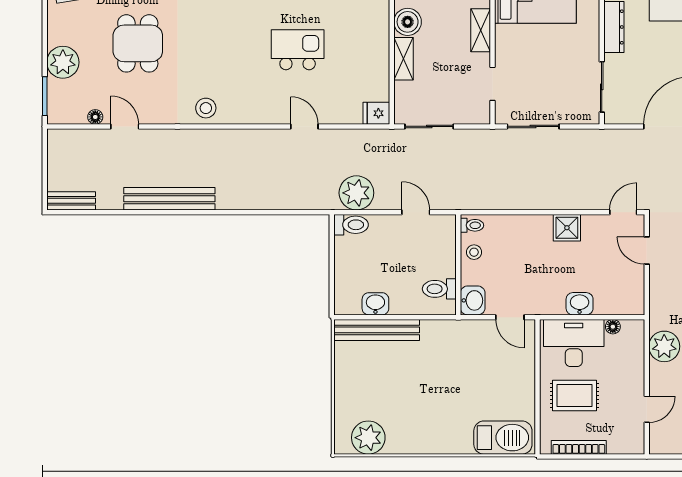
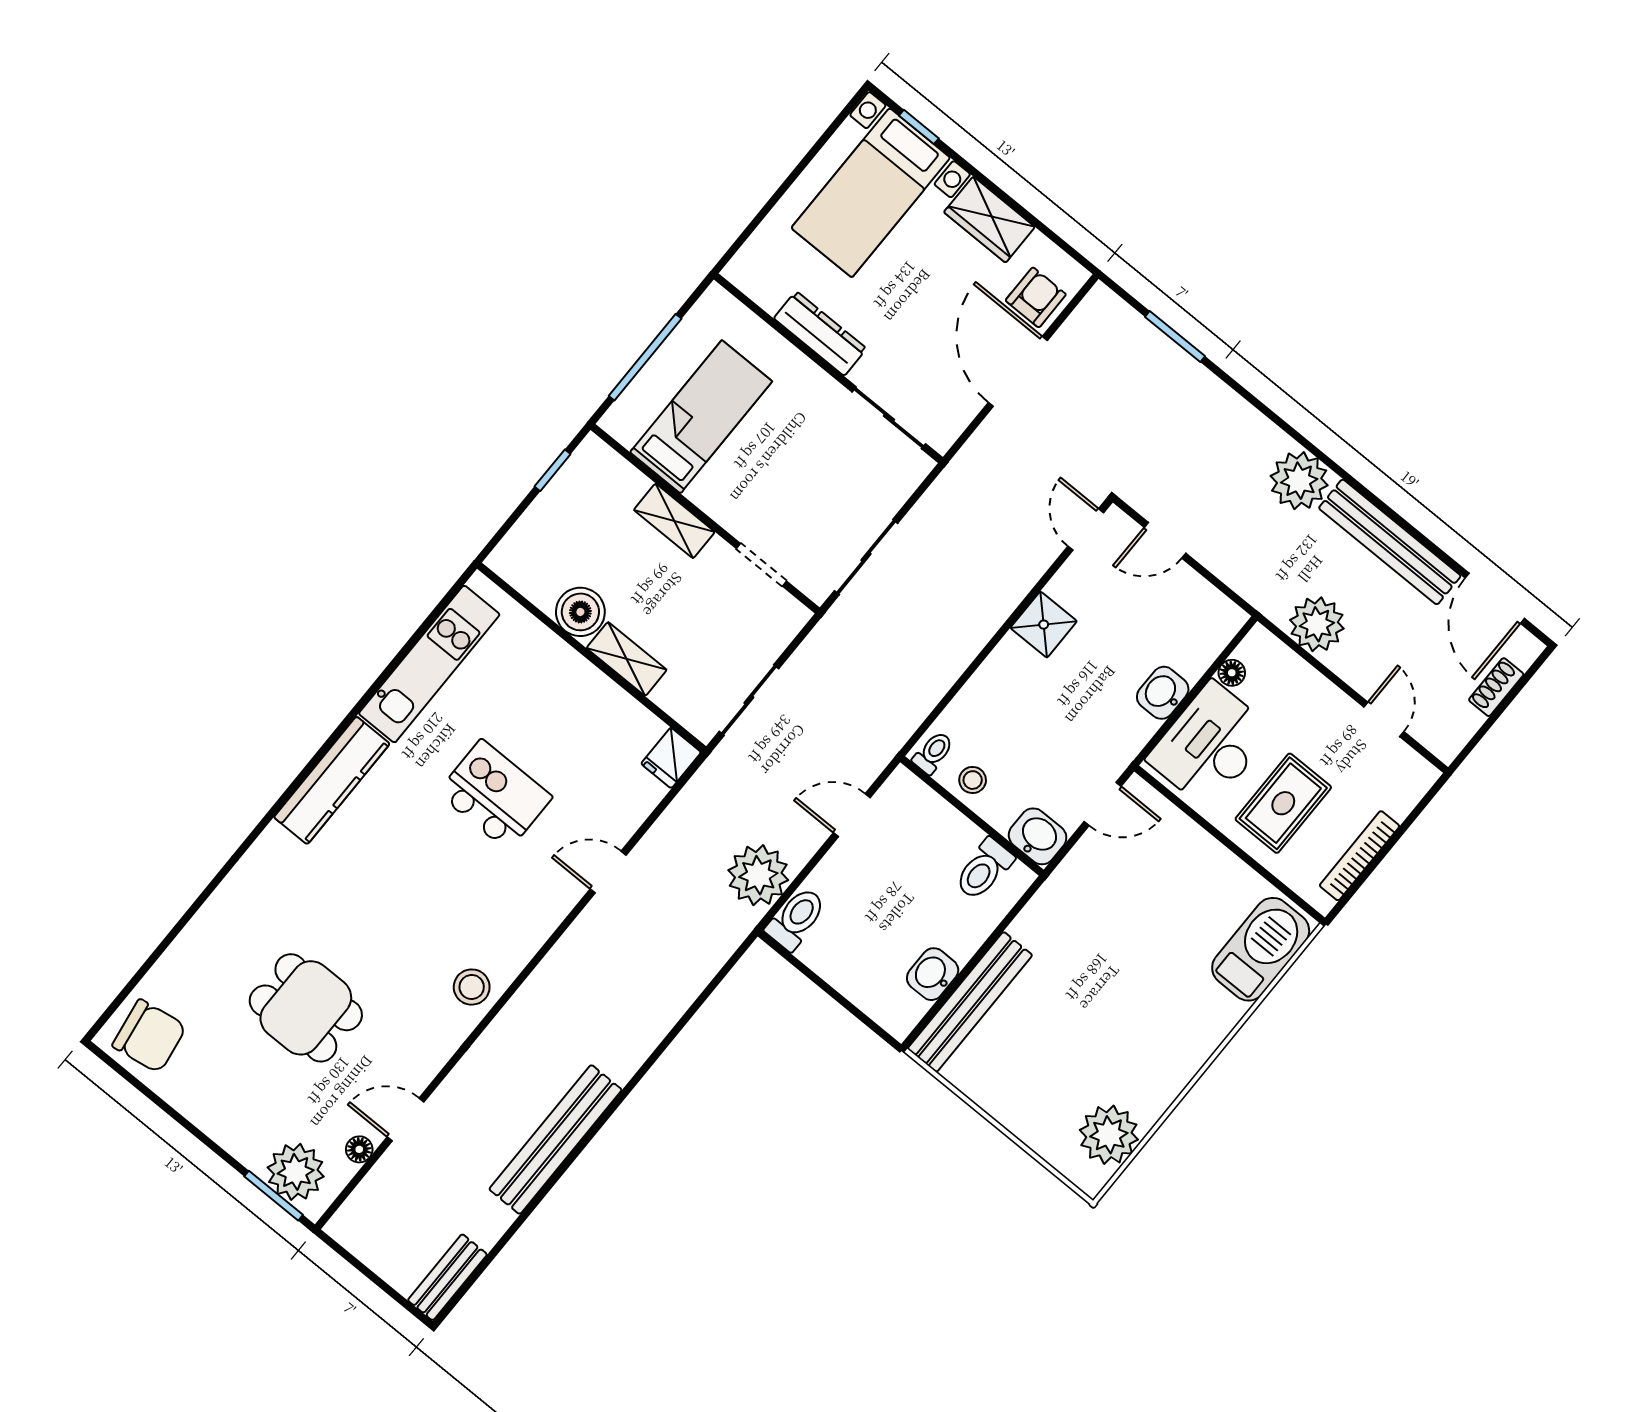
kitchen island: (298, 50) -> (495, 795), turned 90
plant: (63, 62) -> (296, 1172), moved

